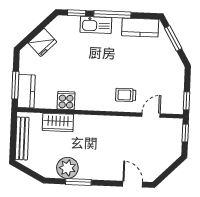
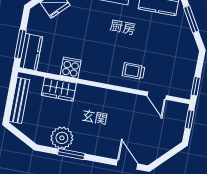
door: (151, 115) -> (157, 96), swing flipped

